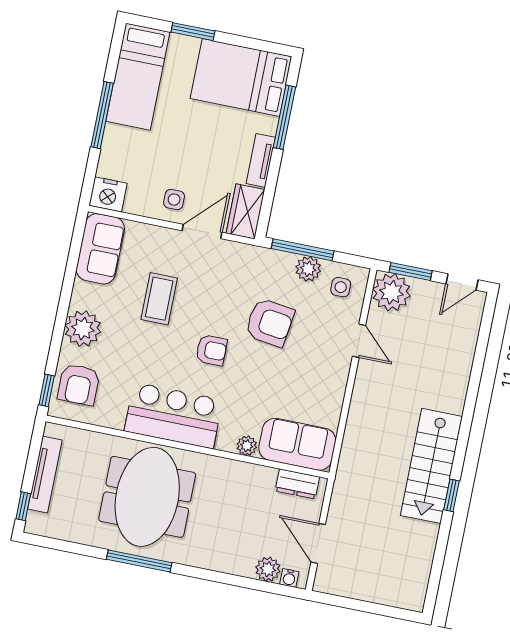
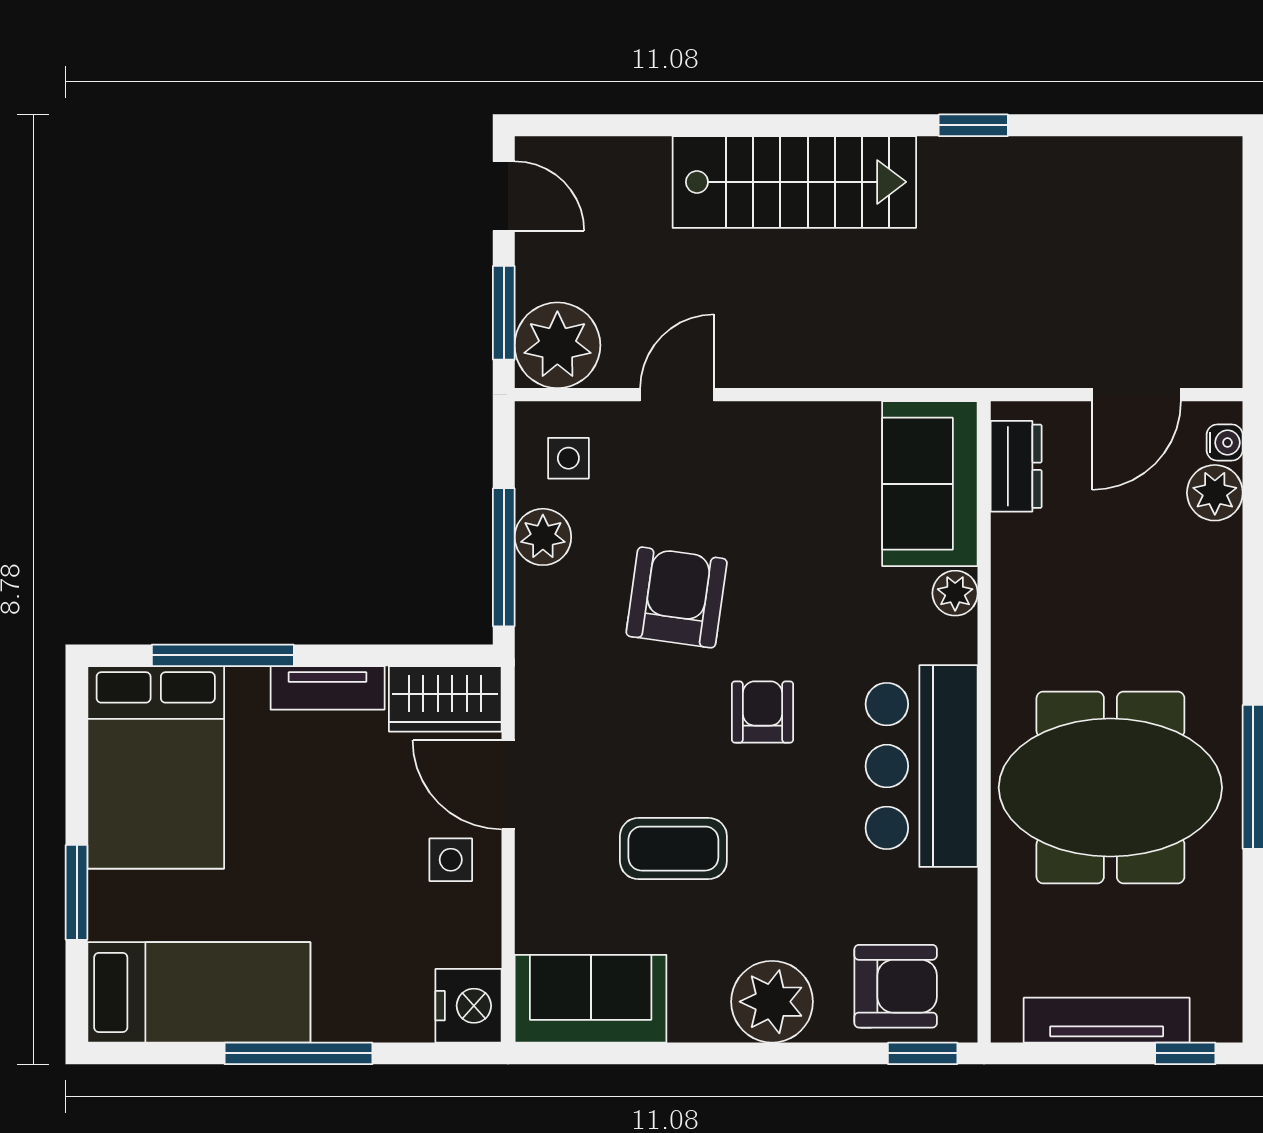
stairs: (431, 466) -> (794, 182), moved

